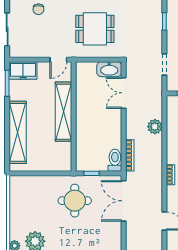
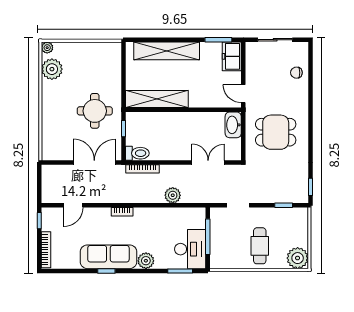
dining table: (95, 29) -> (276, 132), turned 90
washbasin: (109, 69) -> (233, 125), moved
shelving: (63, 112) -> (157, 99), moved

